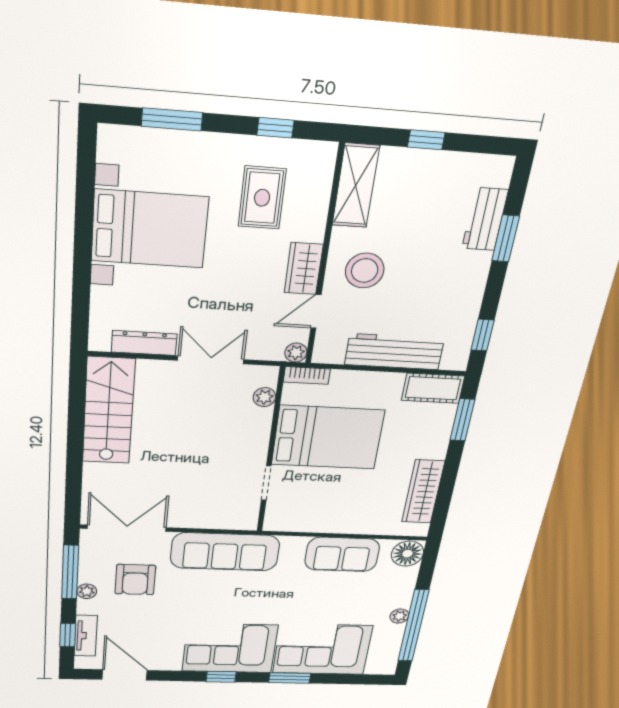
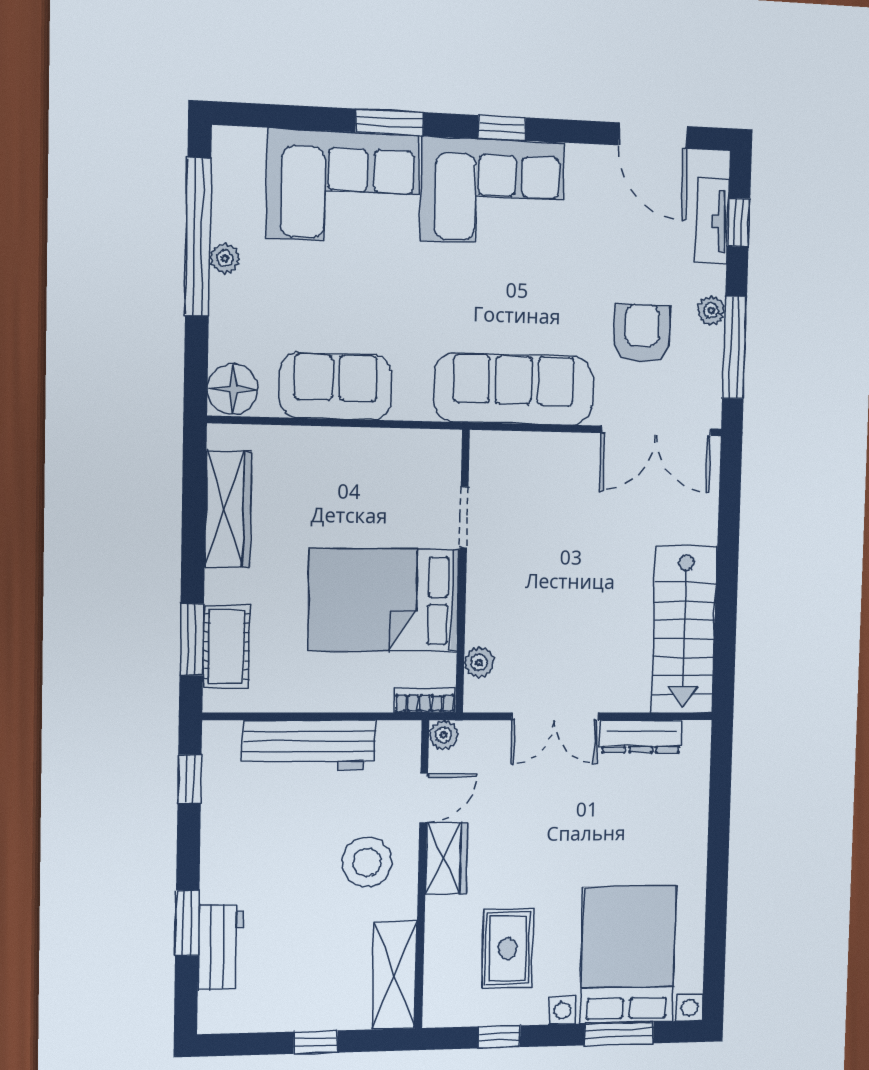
bed with nightstands: (150, 229) -> (628, 955), moved, turned 90
cot: (433, 388) -> (226, 646), moved, turned 90

